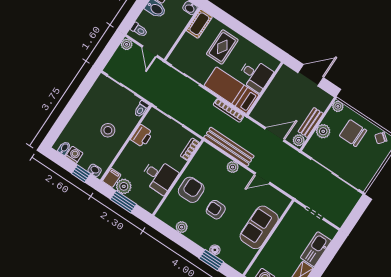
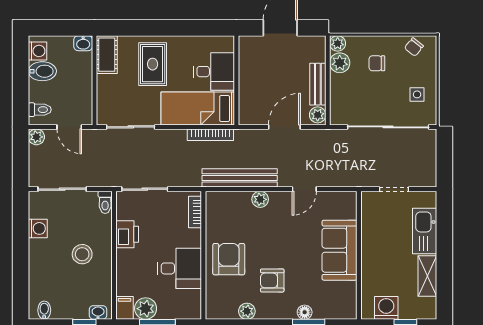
plant: (323, 131) -> (340, 63), moved
chair: (353, 133) -> (377, 63), width x0.54, depth x0.54
washing machine: (74, 155) -> (38, 228), moved, turned 90
side table: (364, 167) -> (417, 94), added
armchair: (216, 210) -> (272, 280), moved

